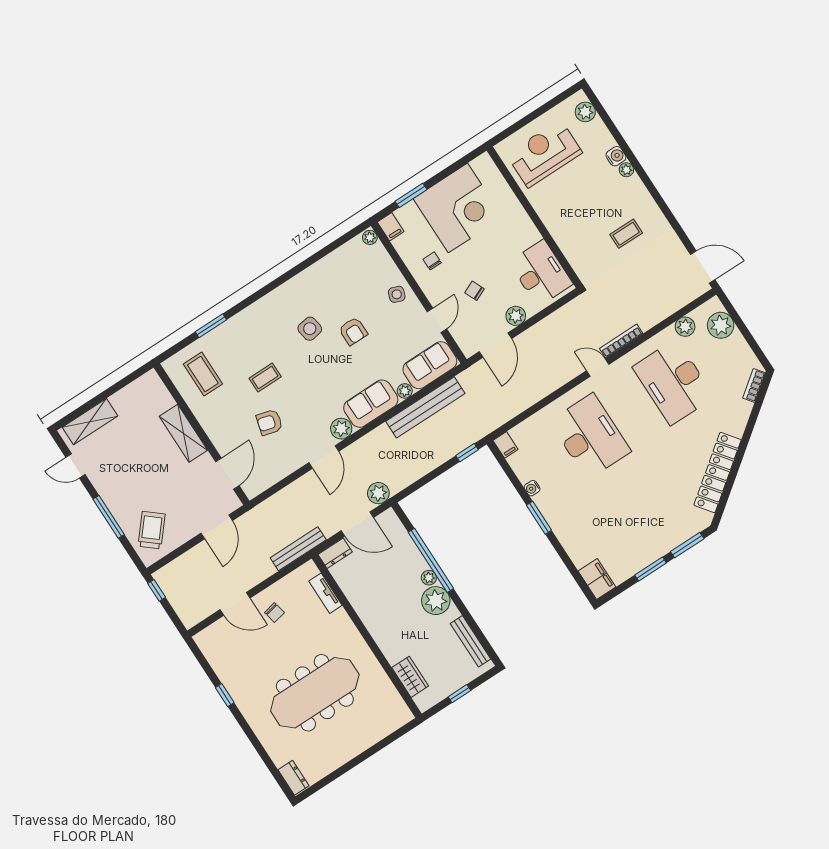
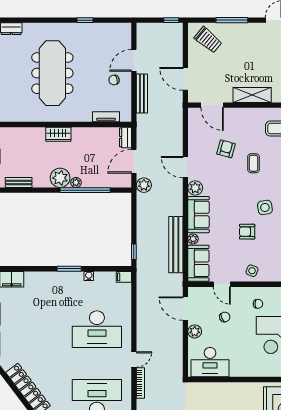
bench: (298, 549) -> (142, 94), moved
bench: (470, 641) -> (19, 183), width x0.73
wardrobe: (410, 677) -> (58, 134), moved

